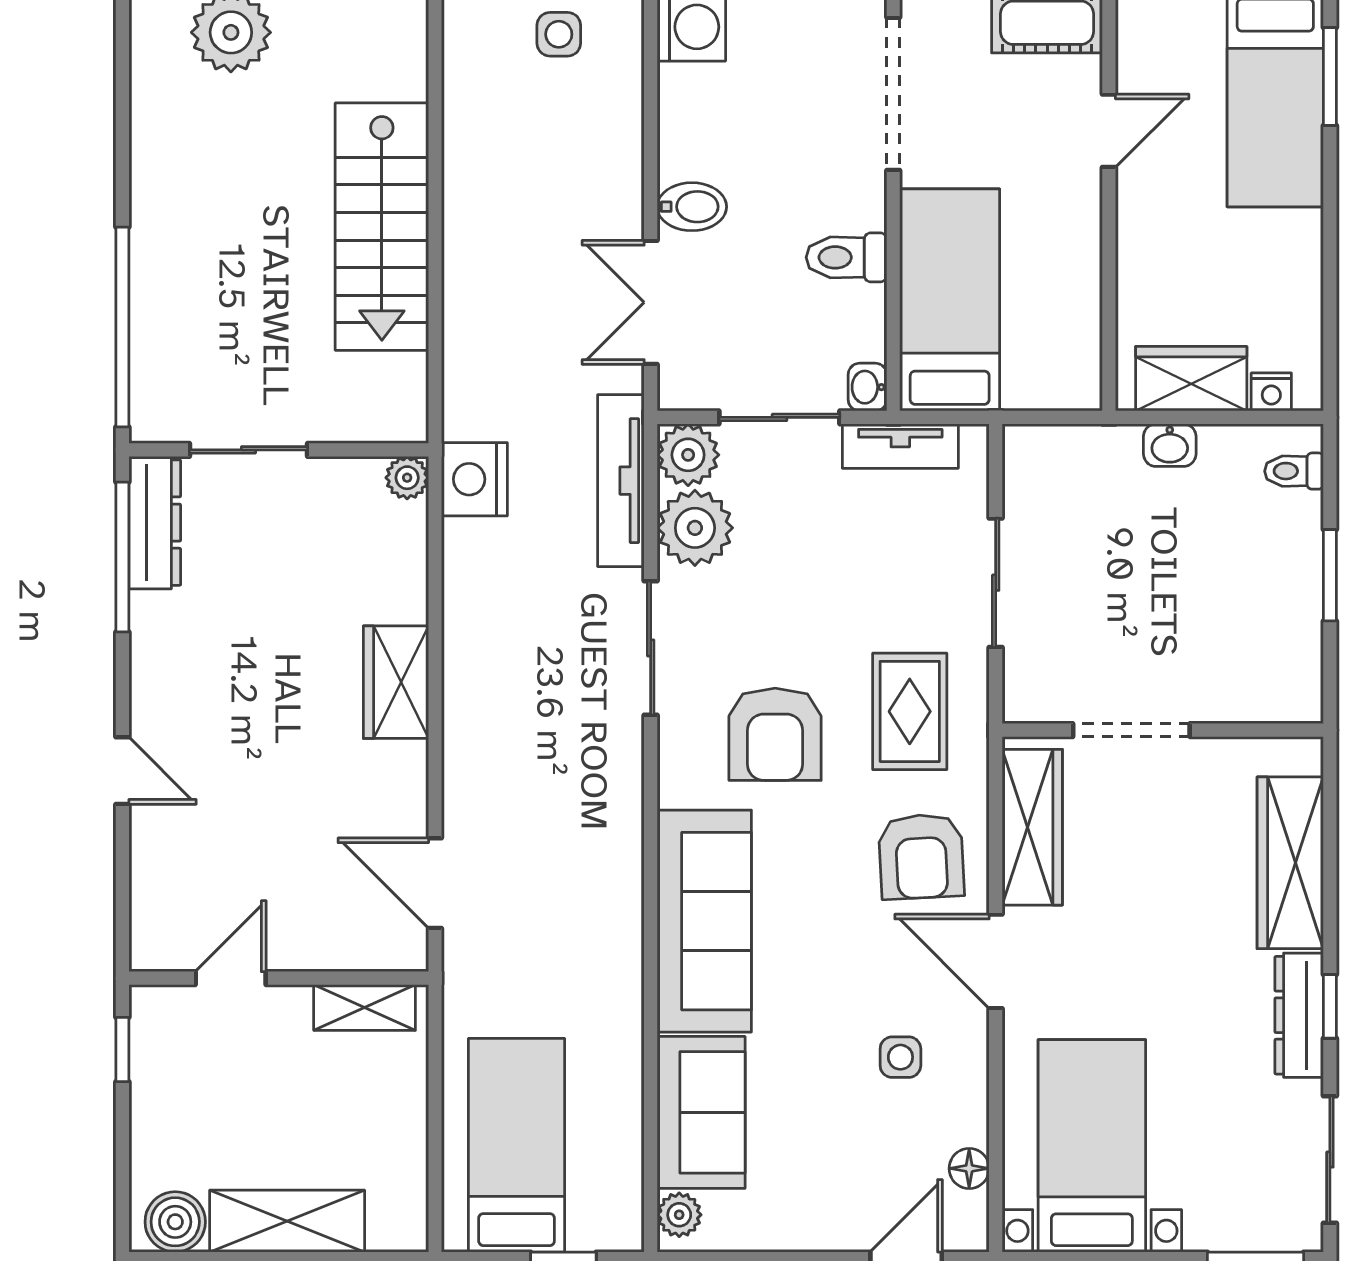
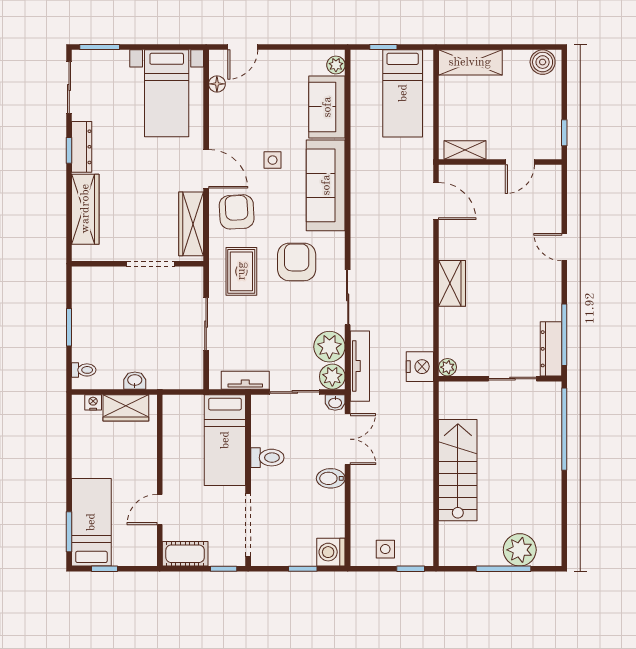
washbasin: (867, 387) -> (335, 402), moved, turned 90
side table: (900, 1057) -> (273, 160), moved
shelving: (287, 1221) -> (470, 62), moved

